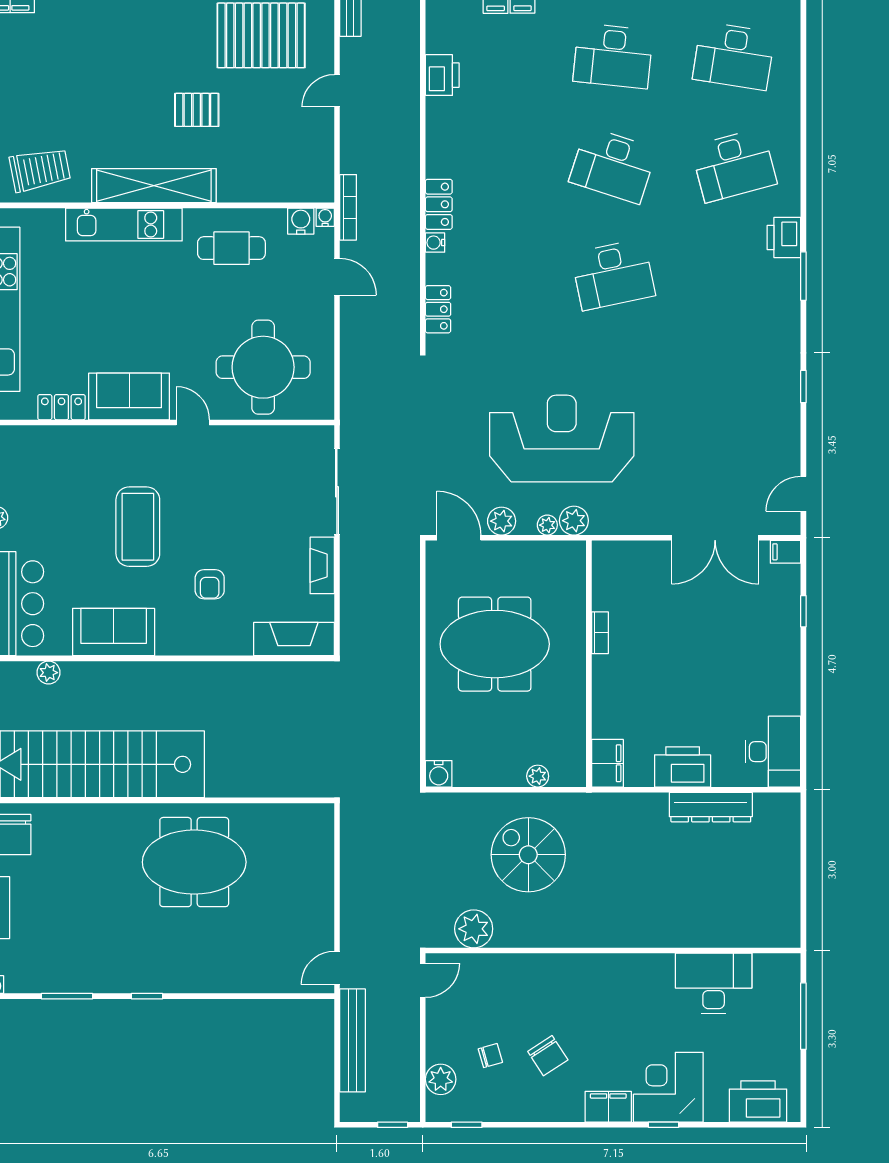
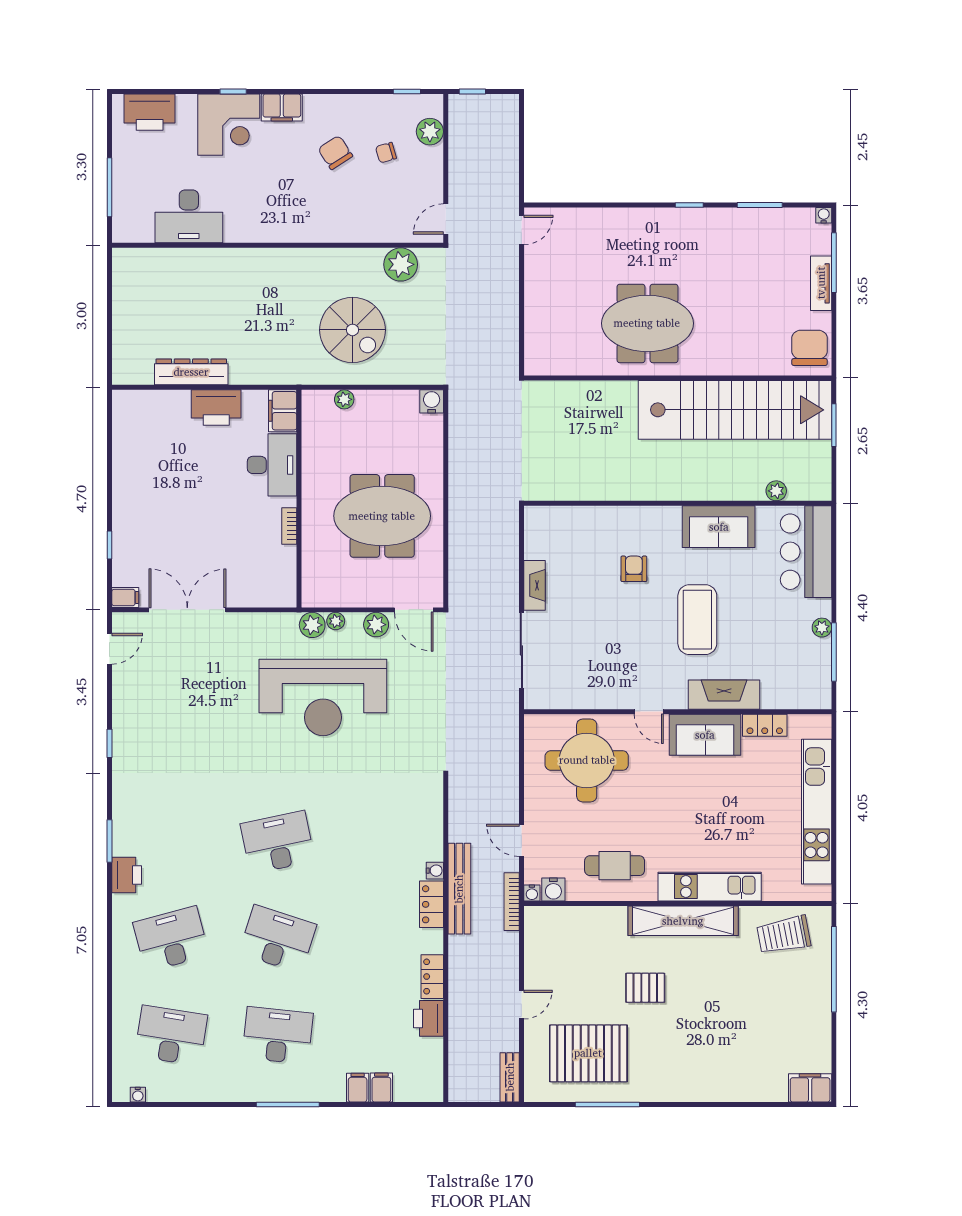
locker: (438, 309) -> (432, 977), moved
fireplace: (294, 639) -> (724, 695), moved, turned 180
desk: (773, 752) -> (272, 465), moved, turned 180
bench: (352, 1040) -> (459, 889), moved

